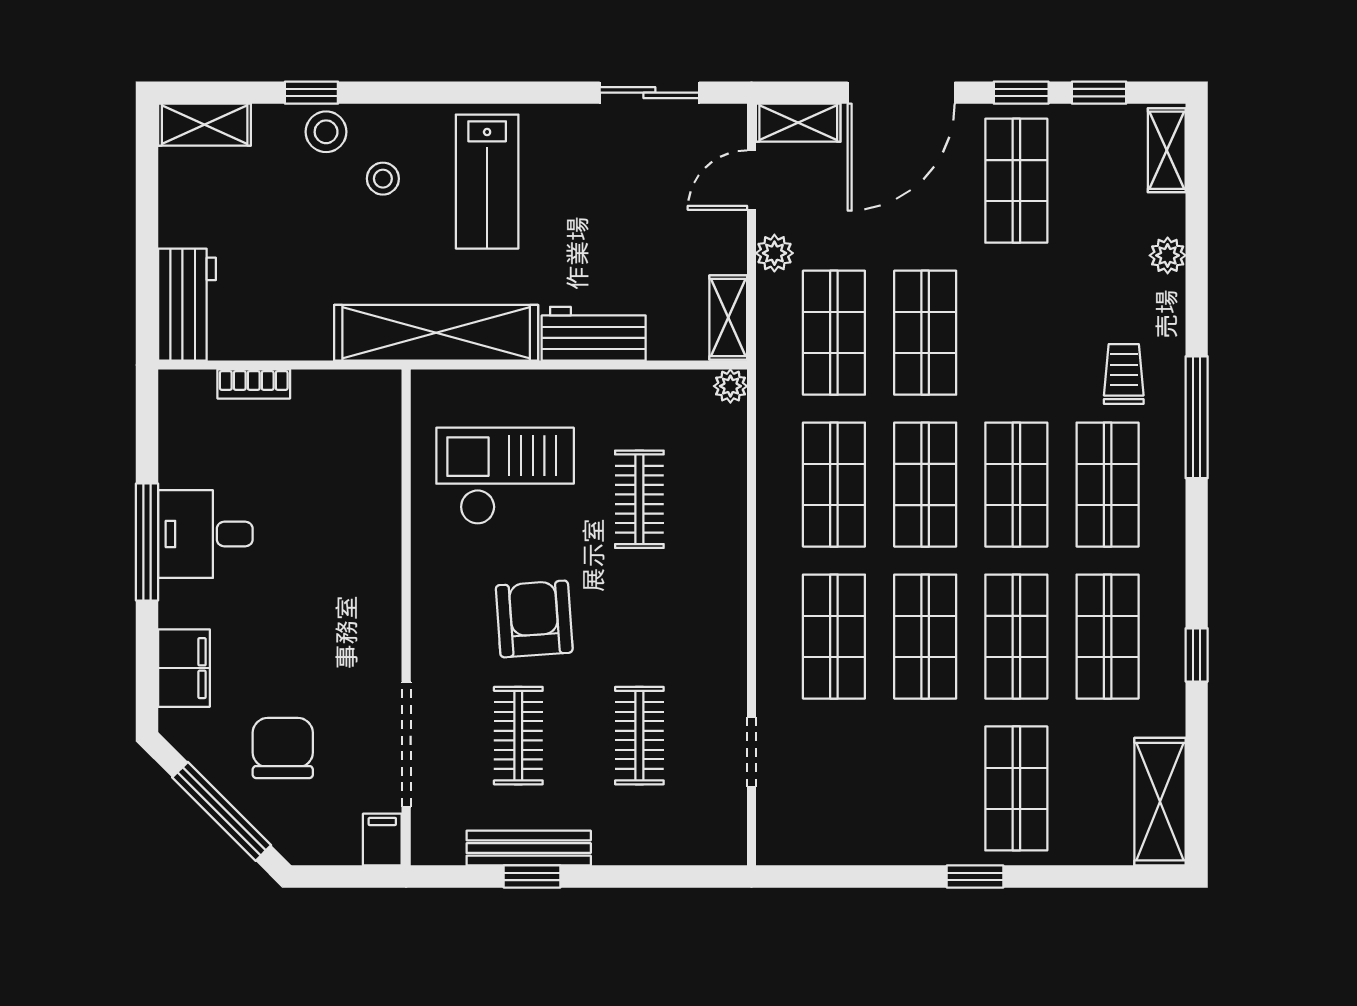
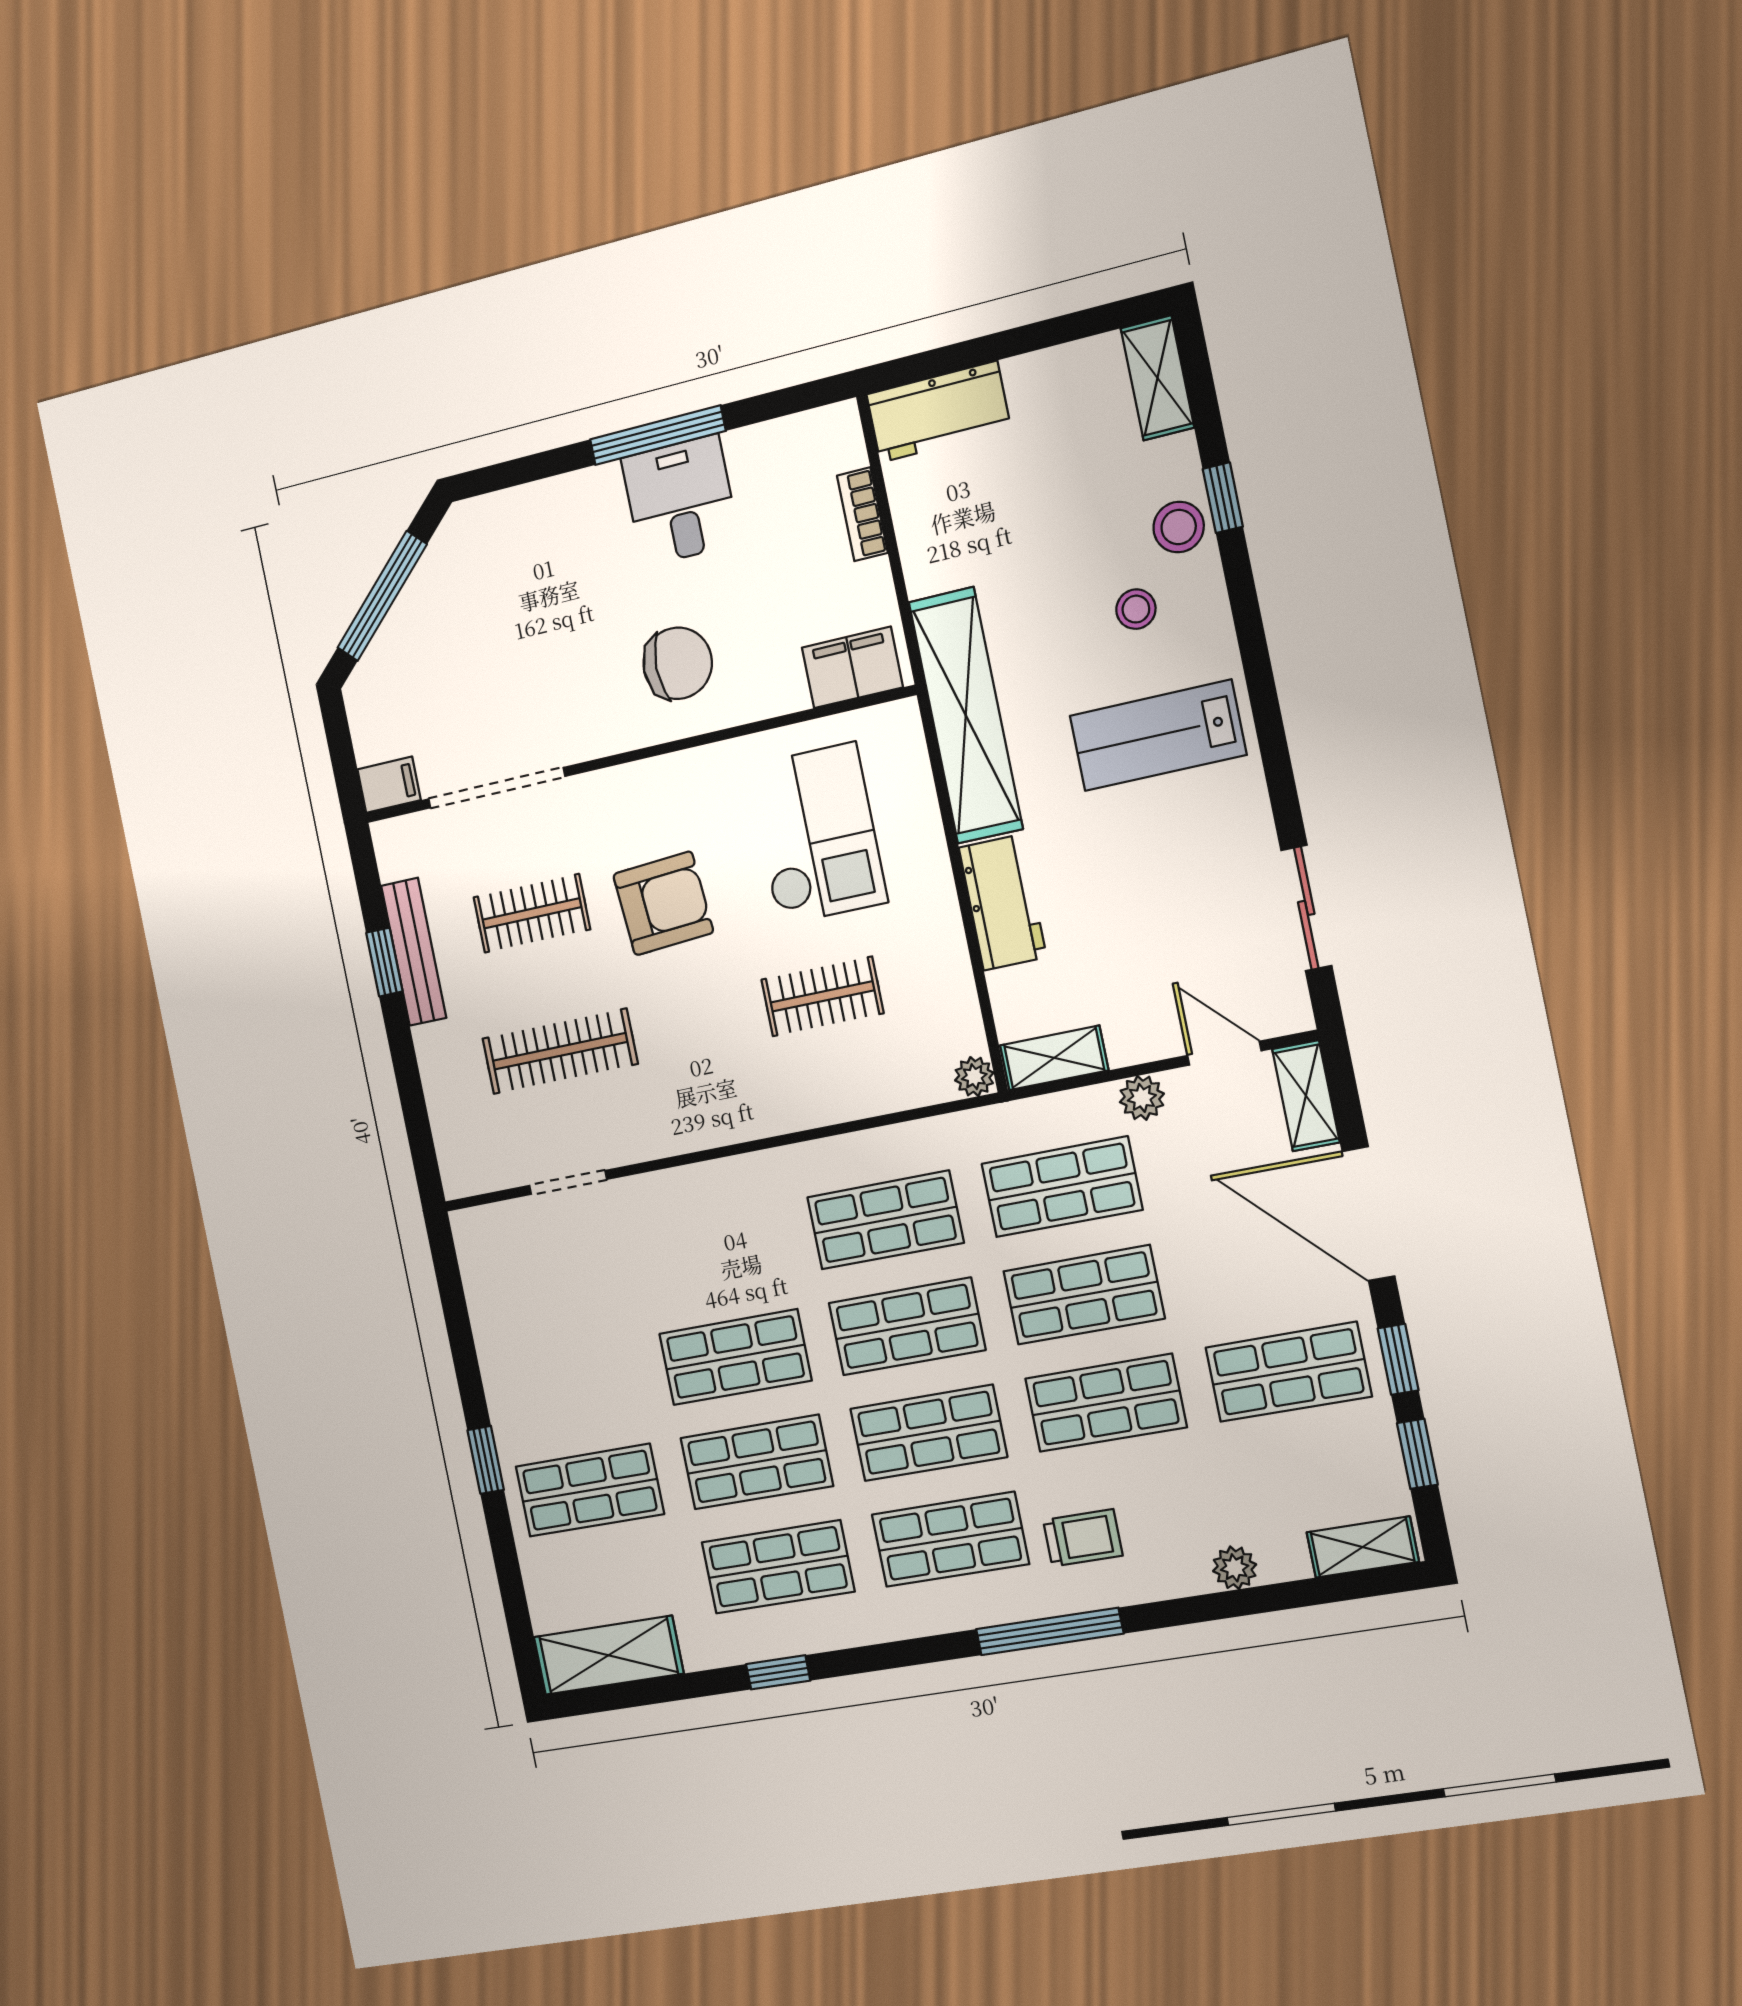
shop shelf: (834, 637) -> (1106, 1403), moved
filing cabinet: (184, 668) -> (852, 667), moved, turned 180
clothes rail: (639, 736) -> (560, 1051), width x1.36
chair: (283, 748) -> (678, 663), moved

